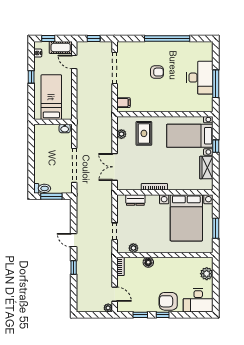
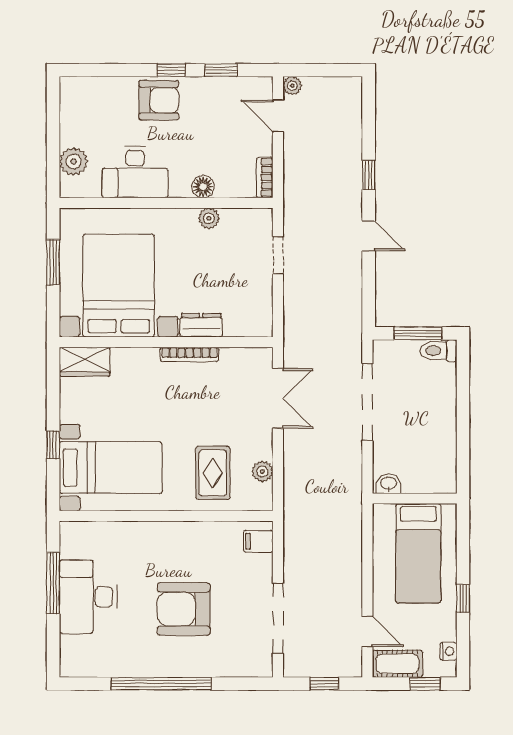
armchair: (157, 72) -> (184, 609), width x1.88, depth x1.88
wardrobe: (206, 168) -> (85, 362), moved, turned 90
dresser: (135, 200) -> (201, 325), moved
plant: (133, 248) -> (209, 218), moved
desk: (198, 300) -> (135, 172), moved, turned 180

